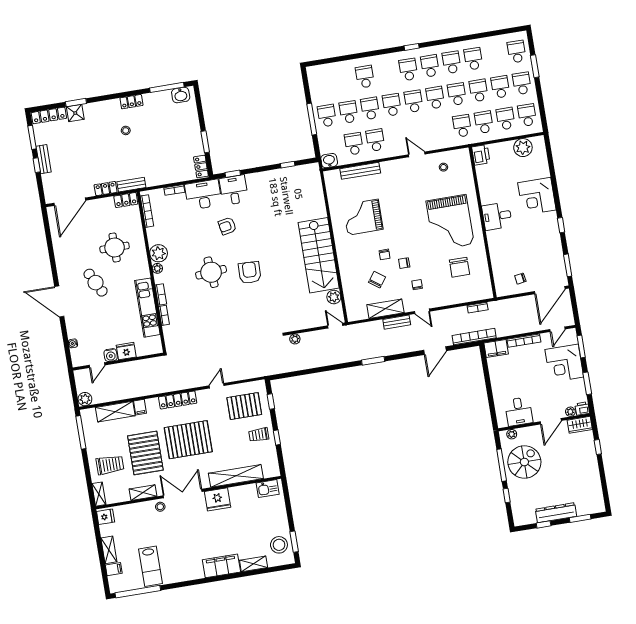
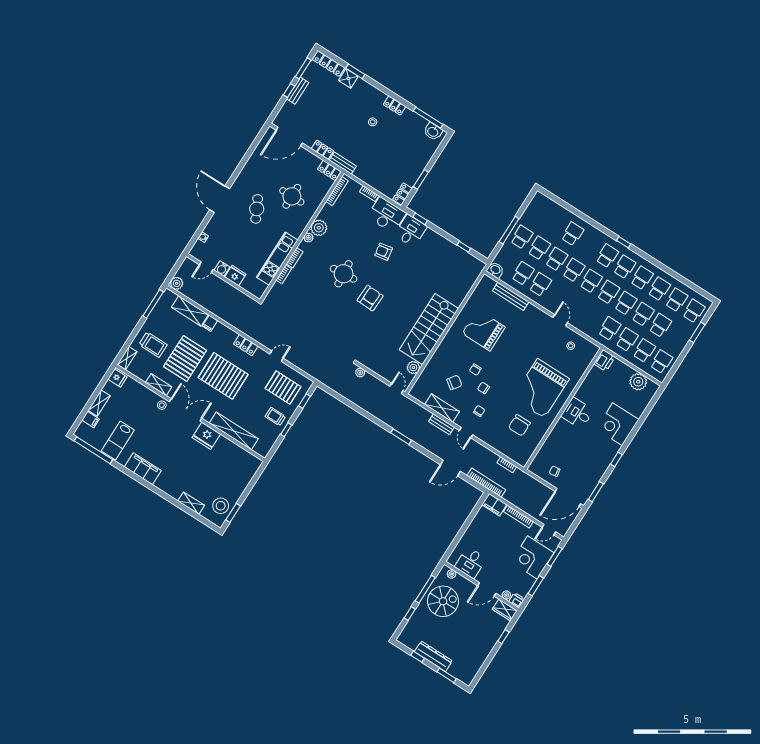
school desk: (522, 83) -> (676, 300), moved
locker: (178, 400) -> (246, 345), width x0.66
kitchen sink: (268, 489) -> (248, 460), removed
filing cabinet: (221, 566) -> (143, 469), moved

